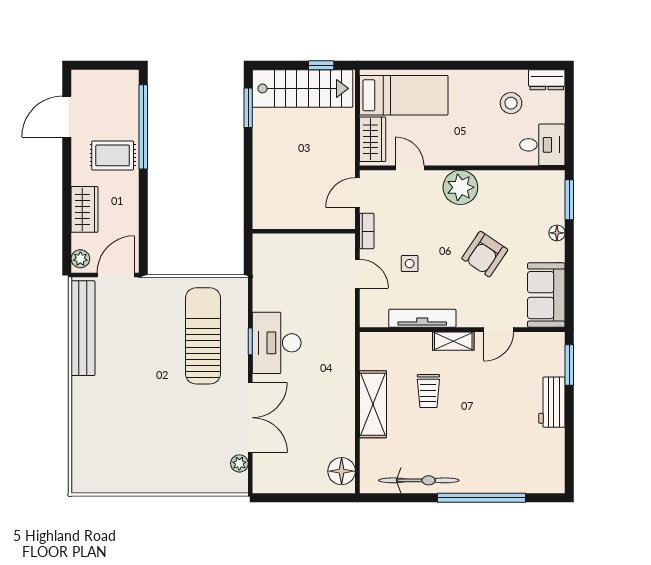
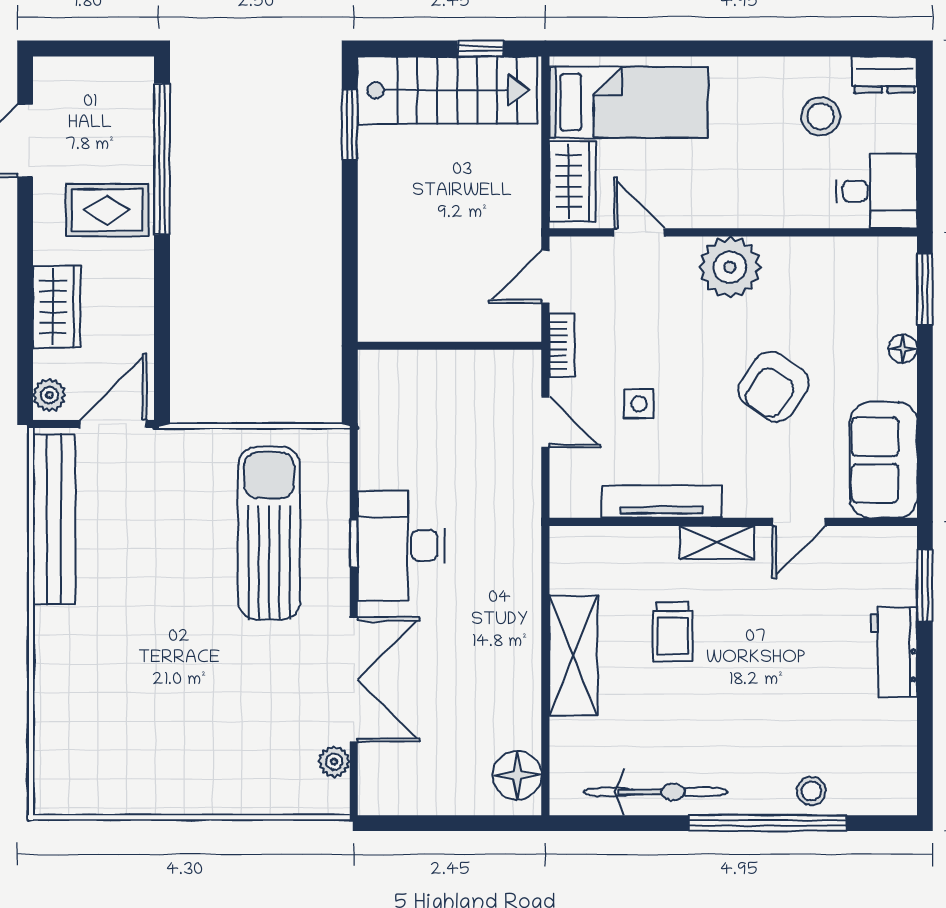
stool: (506, 480) -> (811, 791), added

